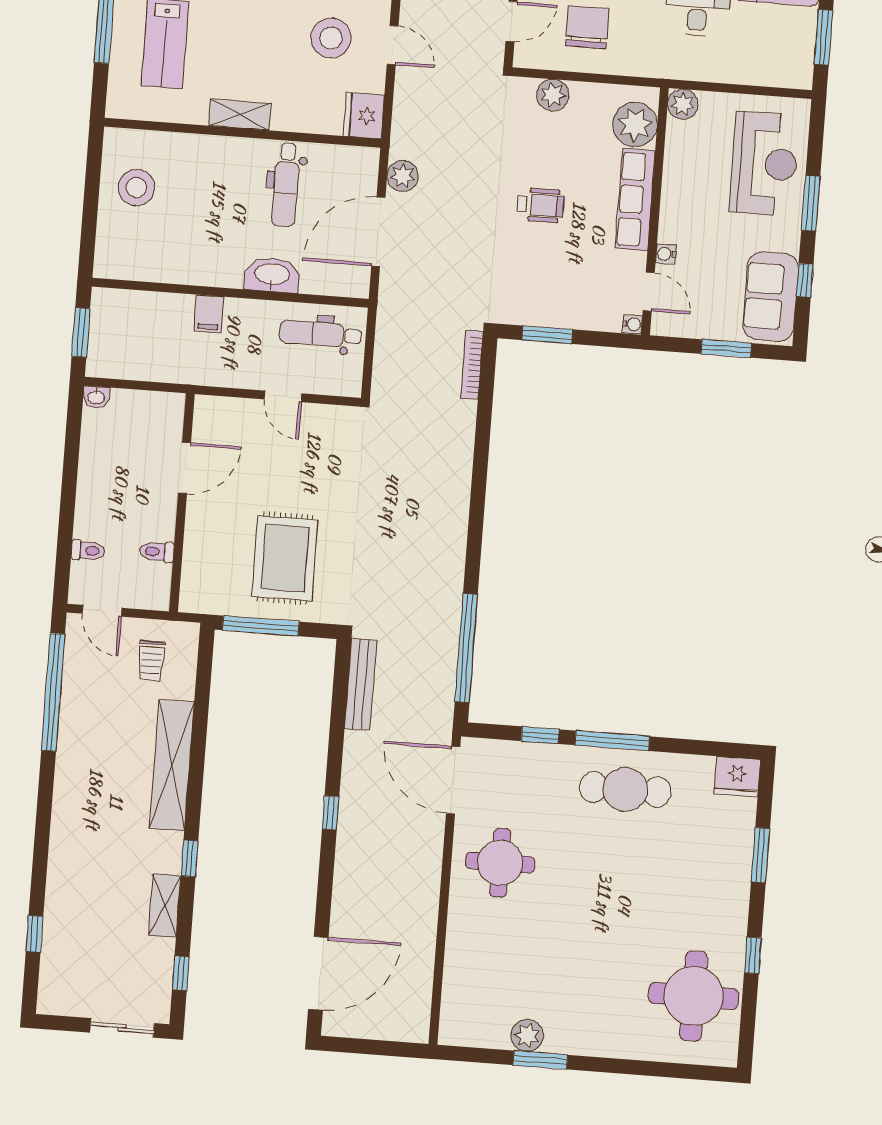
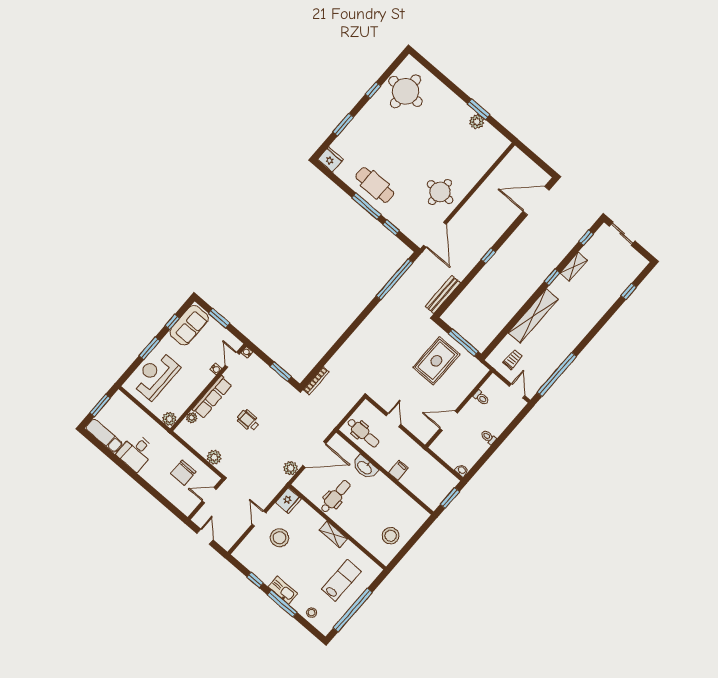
plant: (635, 125) -> (192, 418), width x0.53, depth x0.53
toilet: (88, 550) -> (488, 437), moved

